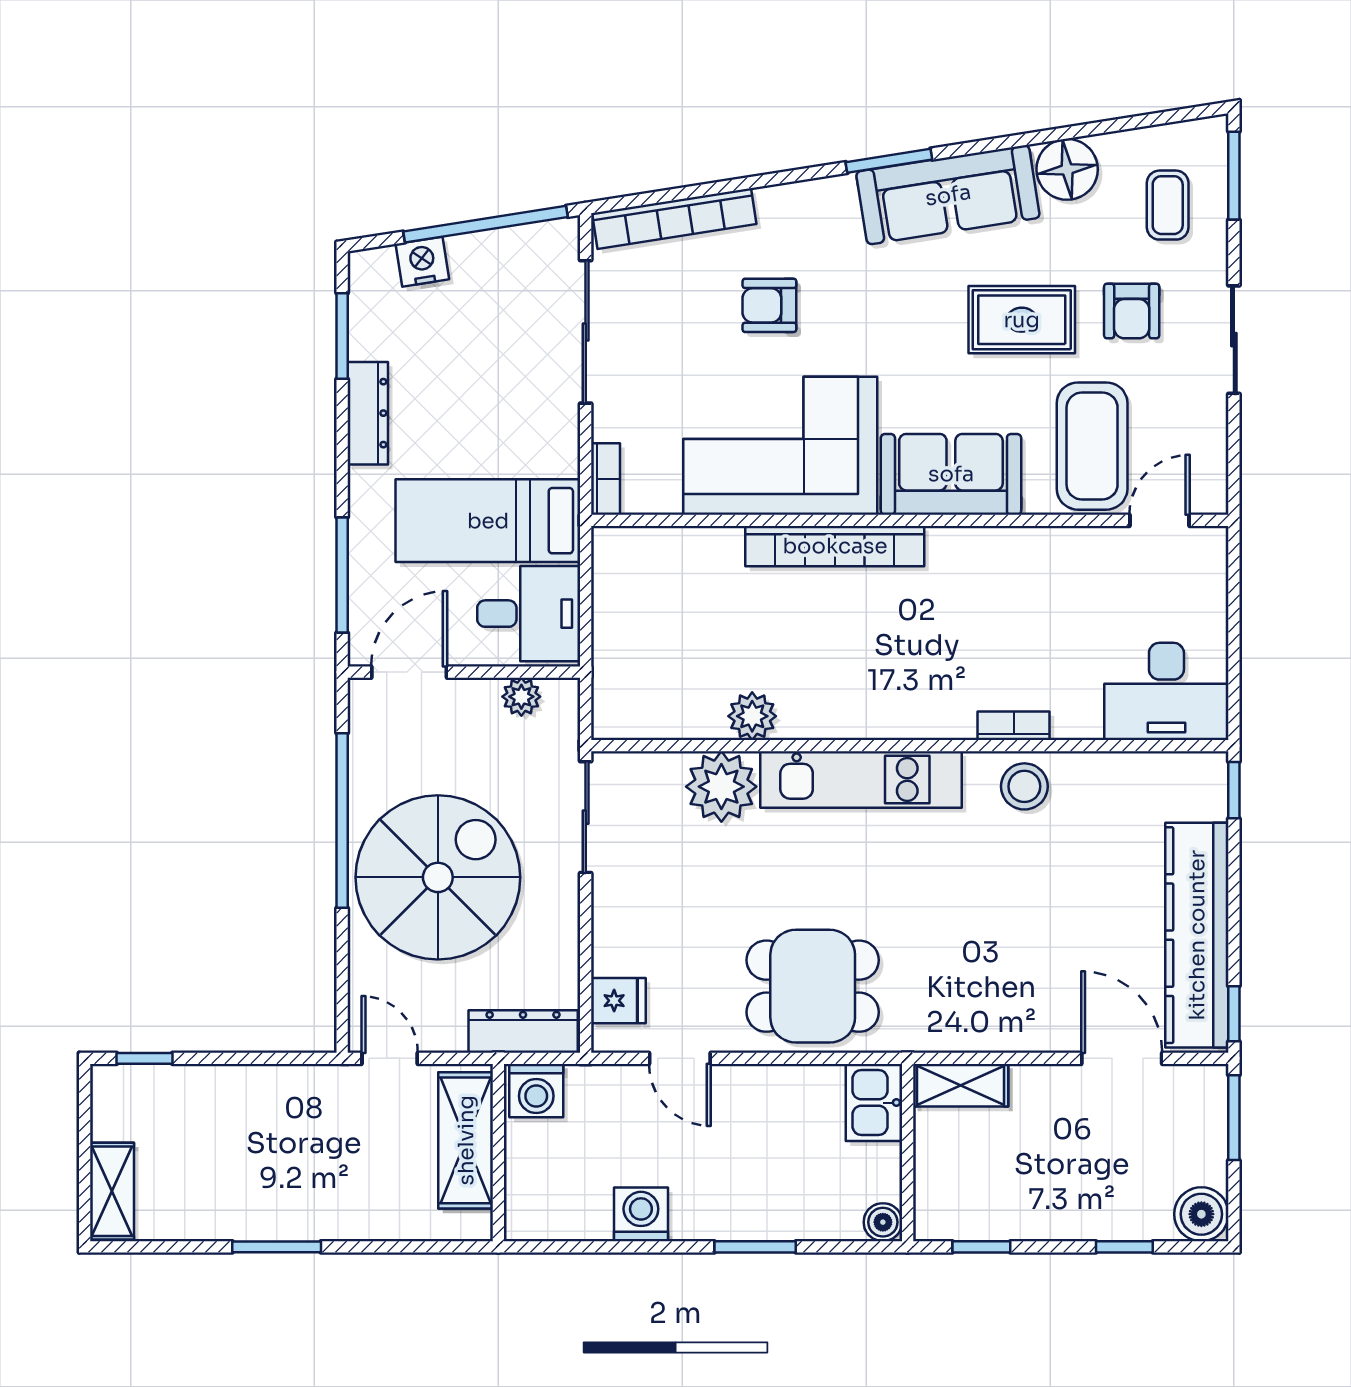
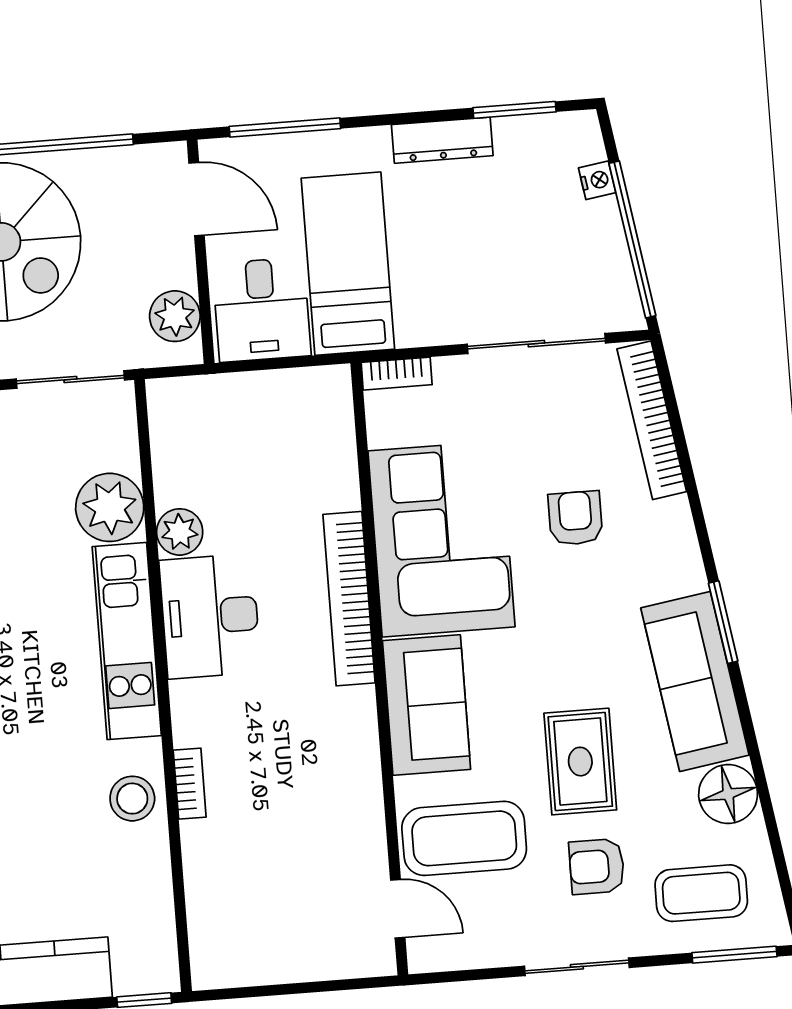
coffee table: (1168, 205) -> (701, 893), width x1.36, depth x1.30
nightstand: (422, 262) -> (597, 180), width x0.72, depth x0.74
desk: (1166, 691) -> (210, 616), moved
plant: (521, 697) -> (175, 316), width x1.38, depth x1.38

